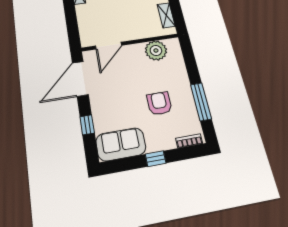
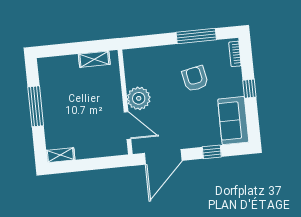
plant: (156, 50) -> (139, 98), moved
door: (80, 79) -> (163, 157), hinge flipped
armchair: (159, 103) -> (195, 79), turned 79

